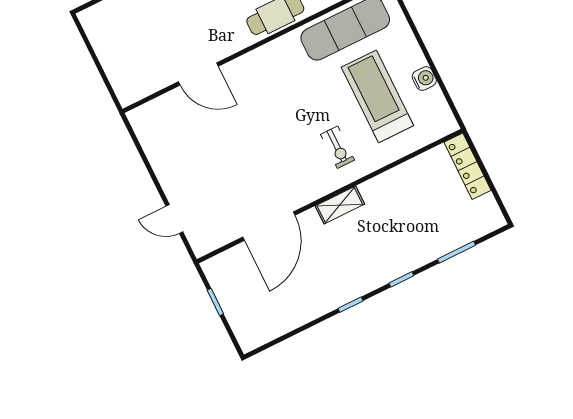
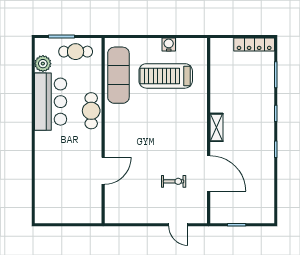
exercise bike: (338, 147) -> (174, 181), moved
locker: (467, 166) -> (254, 45), moved
door: (174, 219) -> (178, 225), hinge flipped

